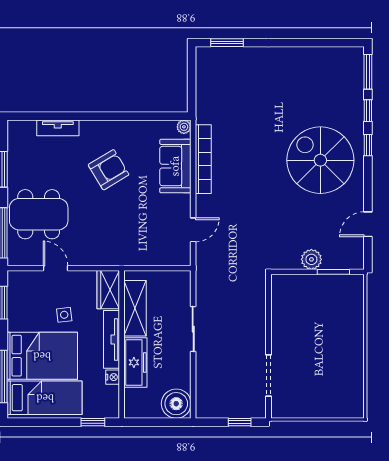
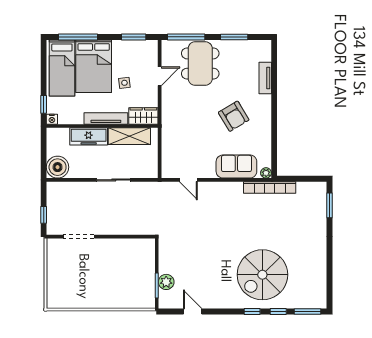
bookcase: (203, 159) -> (270, 188), moved
spiral stairs: (320, 160) -> (262, 275), moved, turned 180
plant: (311, 259) -> (166, 282), moved
nightstand: (113, 377) -> (52, 119), moved

